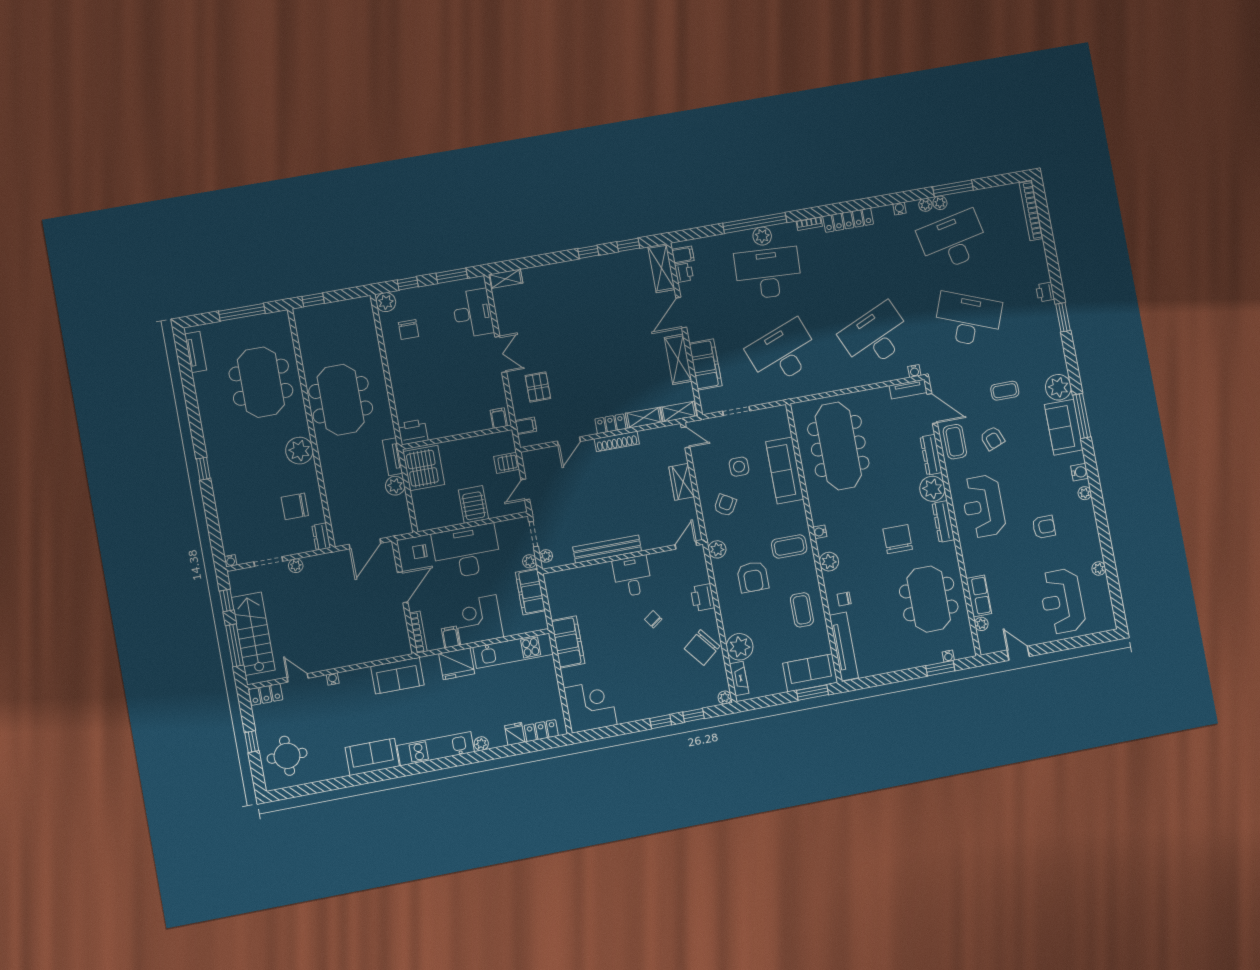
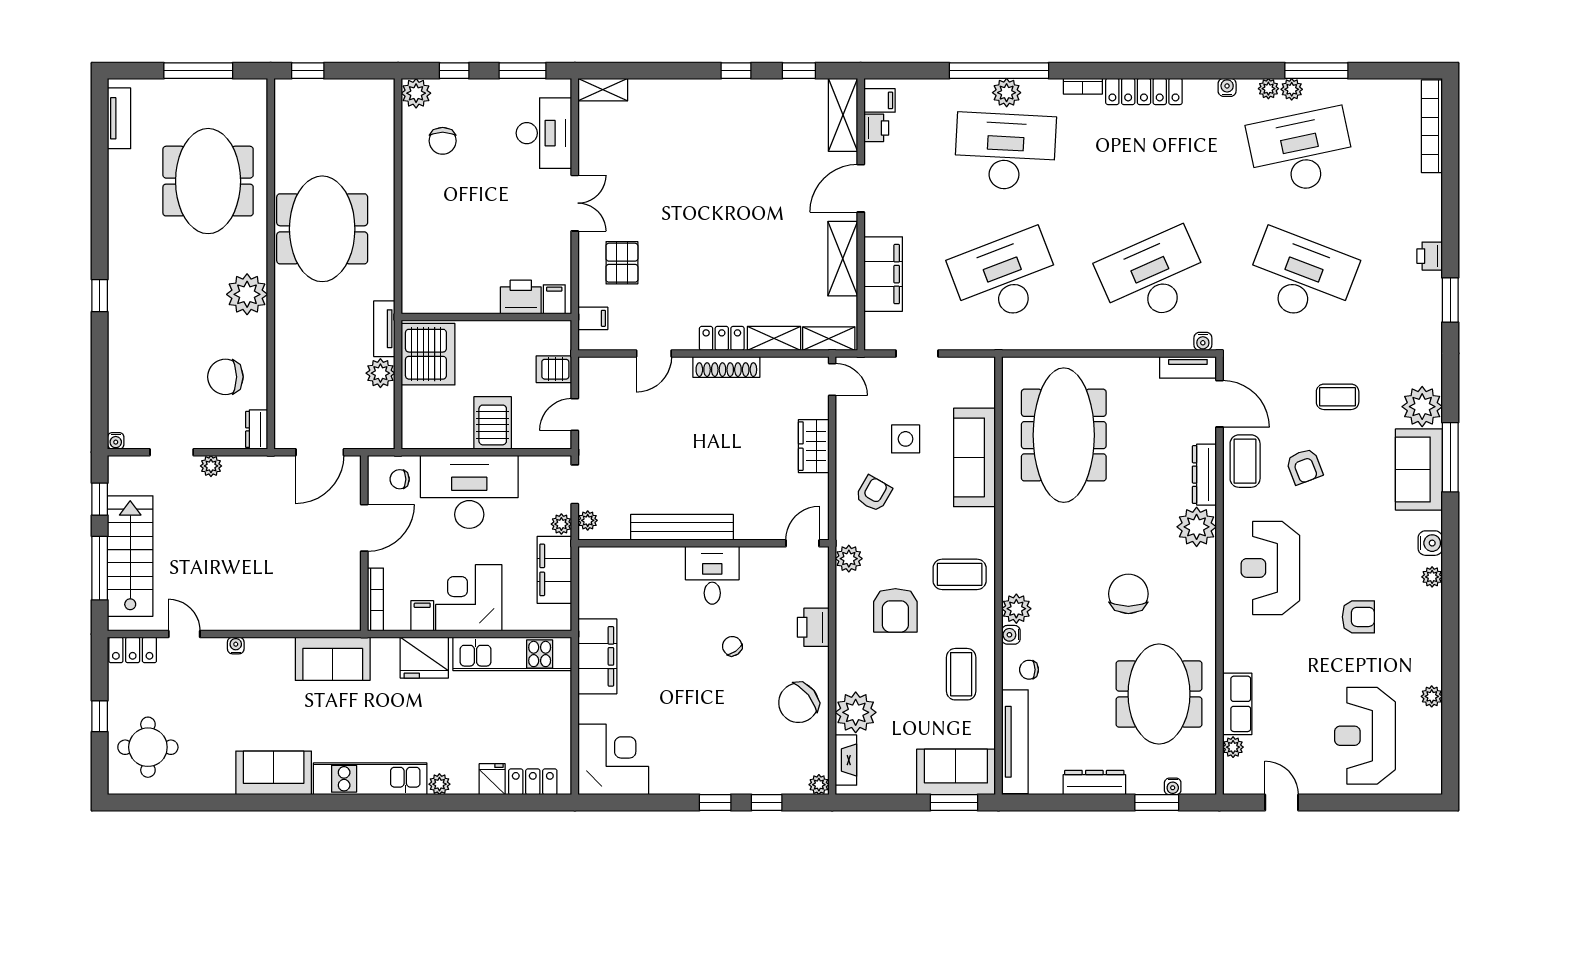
printer: (413, 432) -> (521, 297), moved
dresser: (943, 521) -> (1094, 783), moved, turned 90
water cooler: (820, 532) -> (1011, 635), moved

